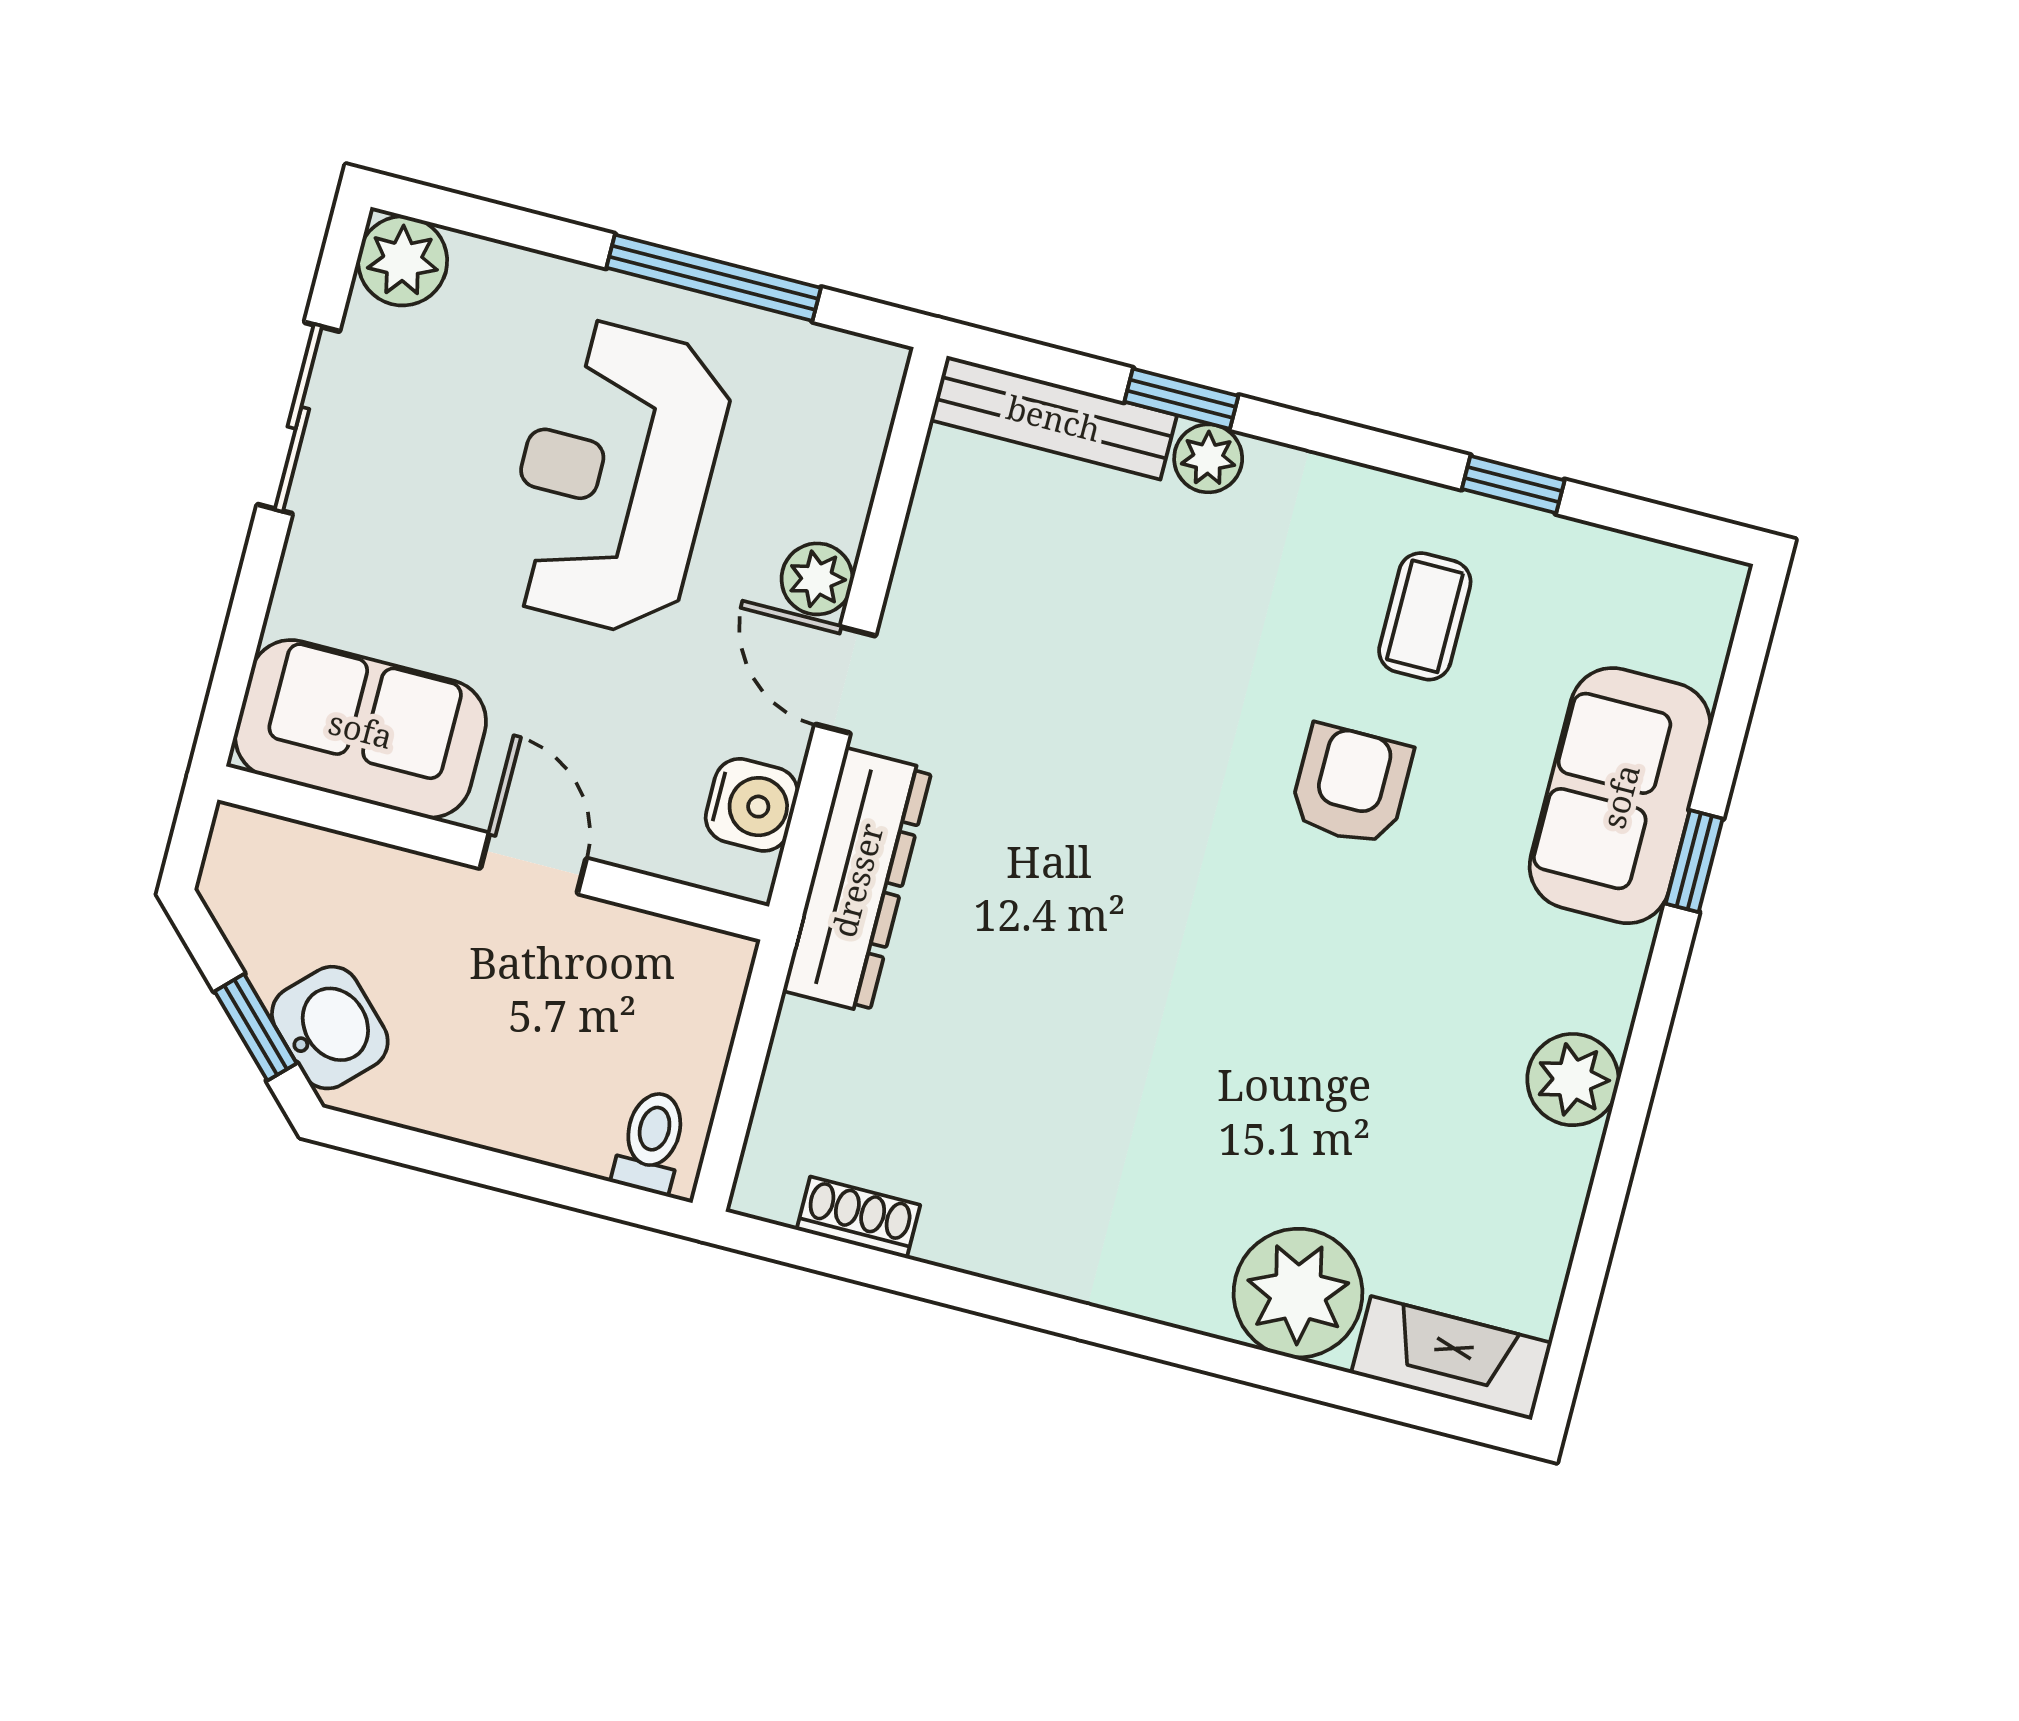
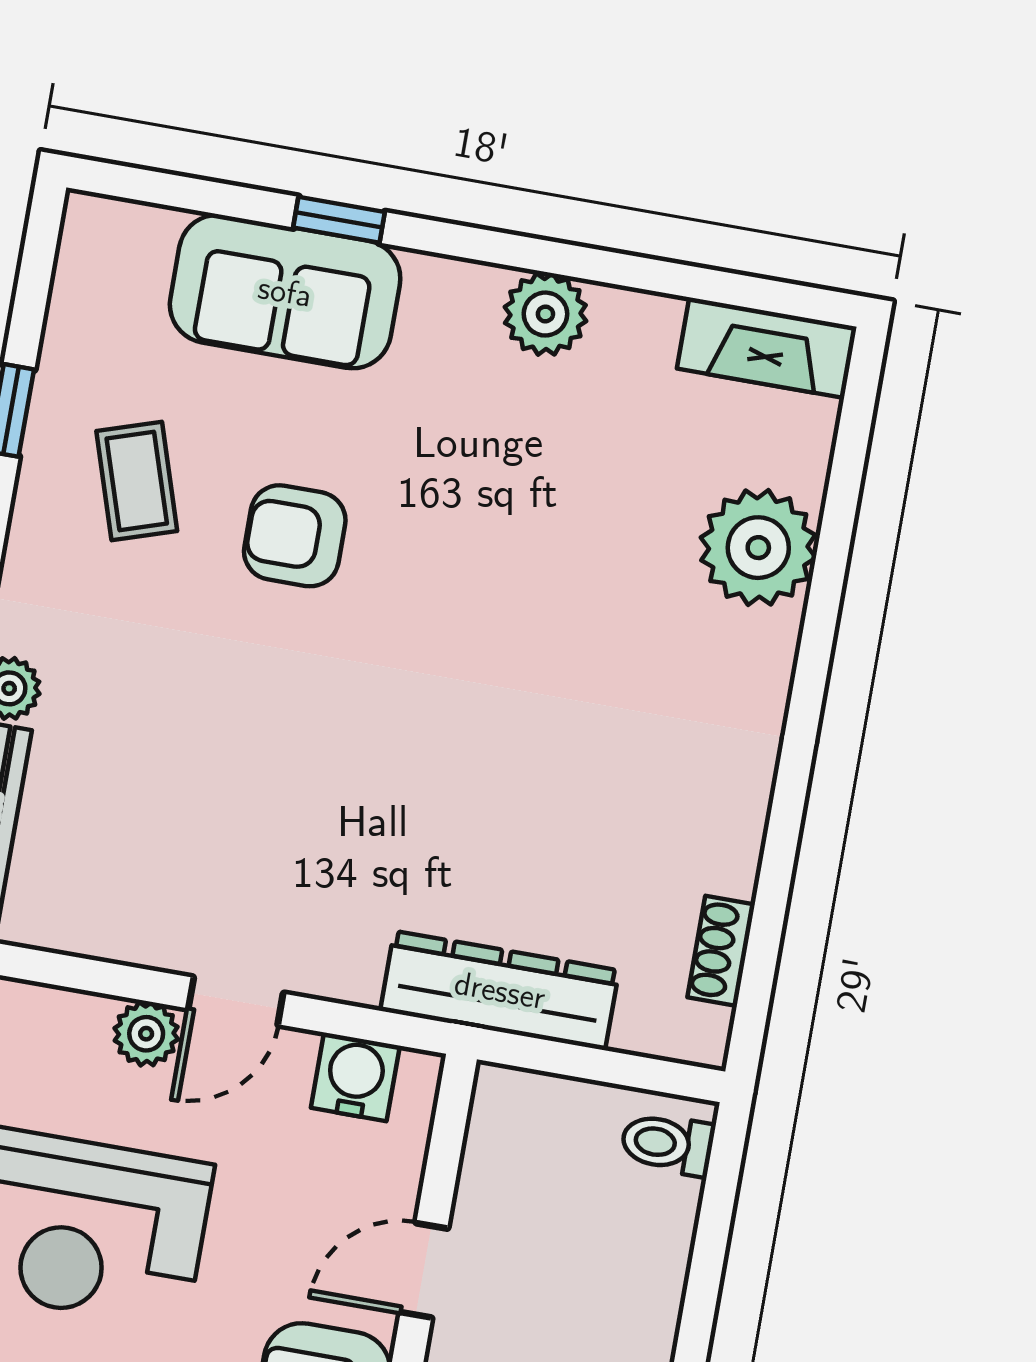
coffee table: (1425, 616) -> (137, 481), turned 72
dresser: (857, 880) -> (500, 991), moved
fireplace: (1451, 1358) -> (767, 348), moved, turned -90

